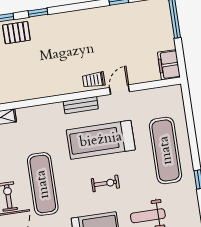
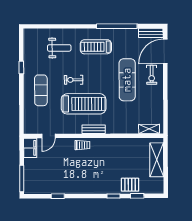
door: (120, 90) -> (48, 136), moved
exercise mat: (166, 150) -> (41, 90), width x0.73, depth x0.69
exercise bike: (105, 183) -> (74, 80), moved

